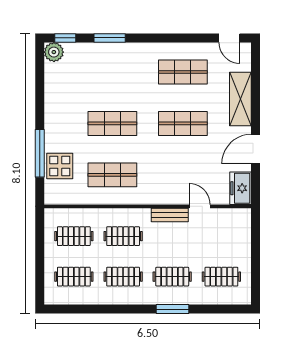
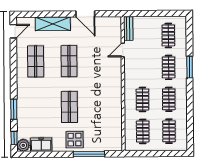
display table: (60, 166) -> (75, 140), moved
shop shelf: (112, 175) -> (103, 107), removed
freezer: (241, 188) -> (41, 145), moved, turned 180
bench: (170, 215) -> (128, 29), moved

